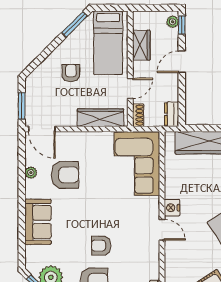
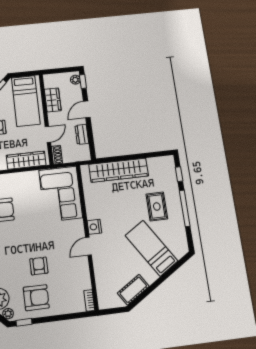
dresser: (172, 114) -> (82, 134), moved
door: (162, 230) -> (88, 246), swing flipped
armchair: (101, 246) -> (39, 266), turned 90

